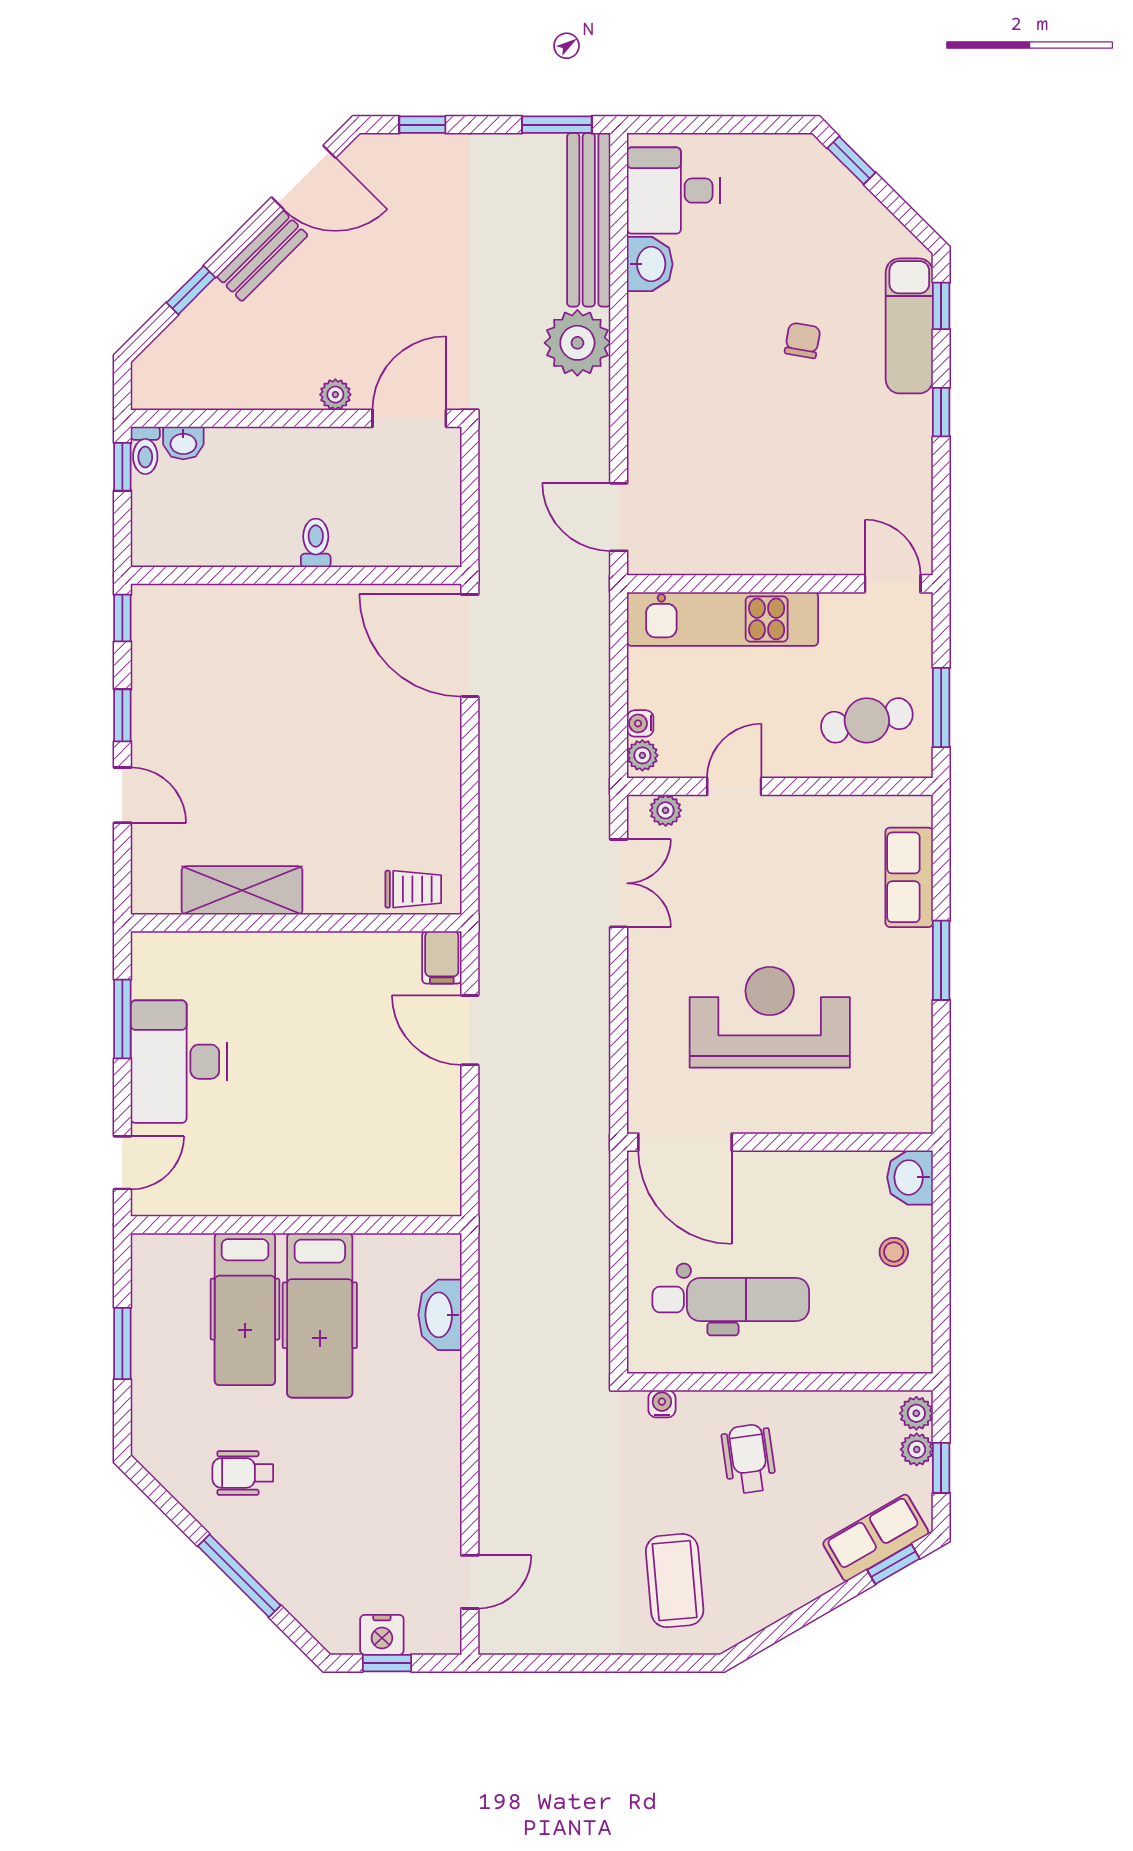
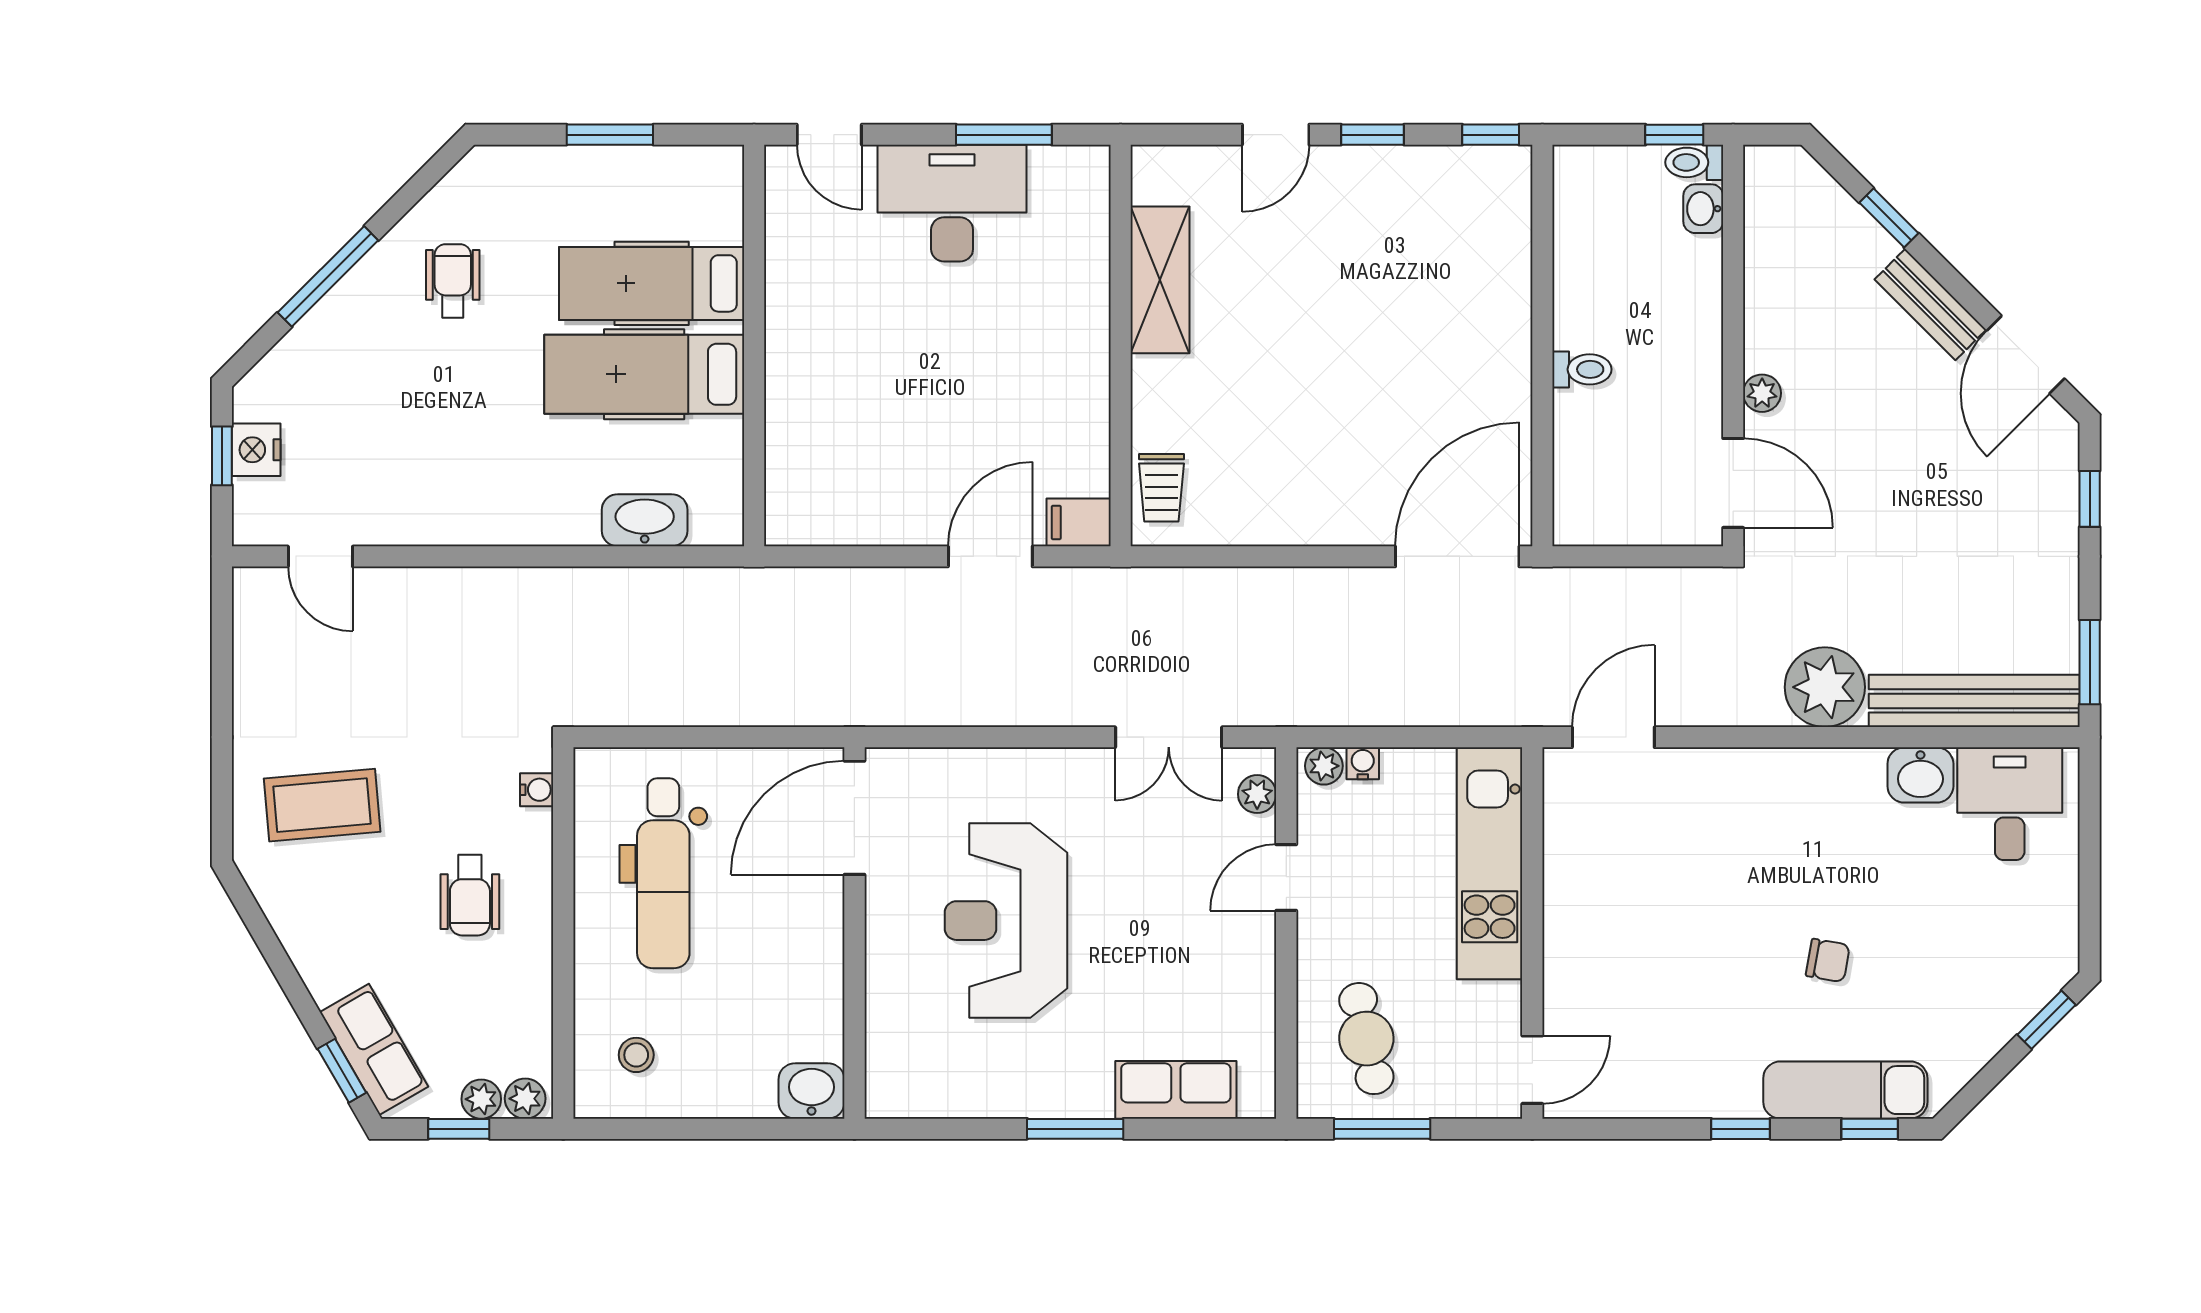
door: (734, 786) -> (1286, 878), swing flipped
reception desk: (770, 1017) -> (1006, 921), turned 180
stool: (894, 1252) -> (636, 1055), moved
wheelchair: (749, 1459) -> (470, 895), turned 98

